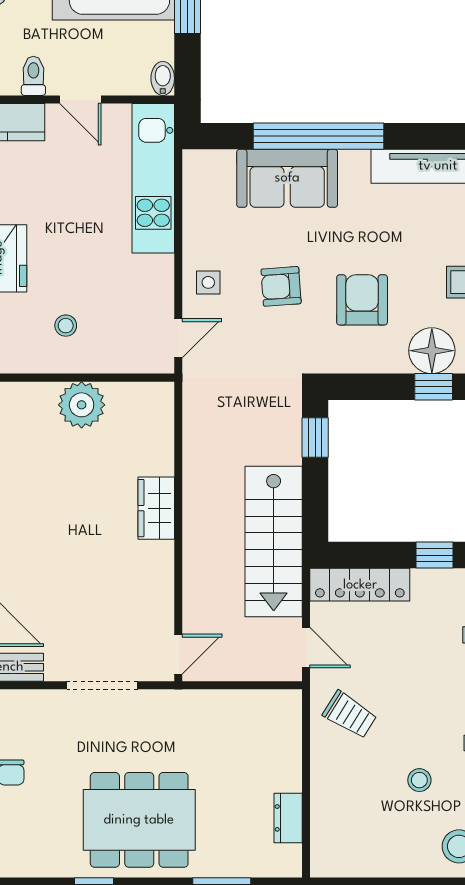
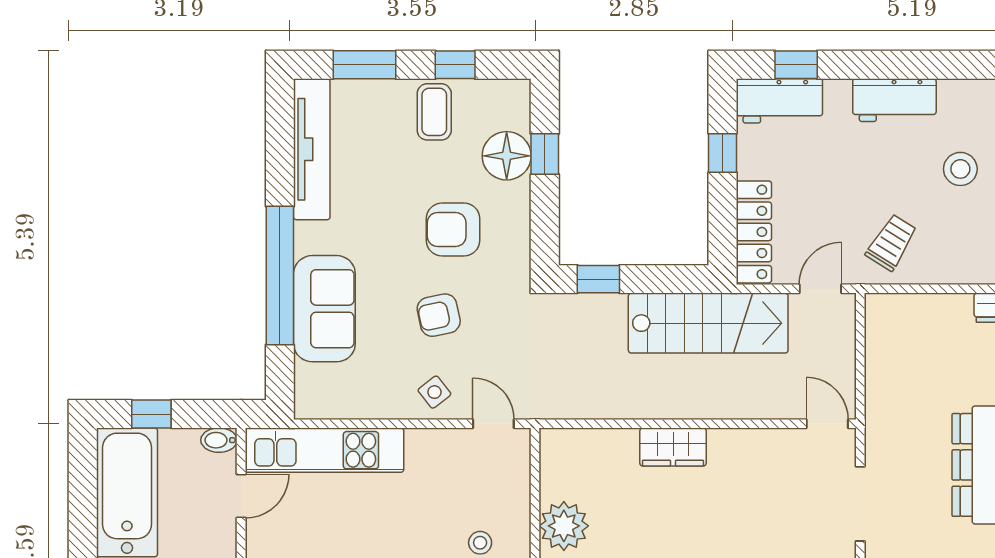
door: (80, 99) -> (241, 496), moved
side table: (208, 282) -> (434, 392), turned -38
armchair: (281, 286) -> (439, 315), turned 82
stool: (419, 780) -> (960, 169), width x1.37, depth x1.37

